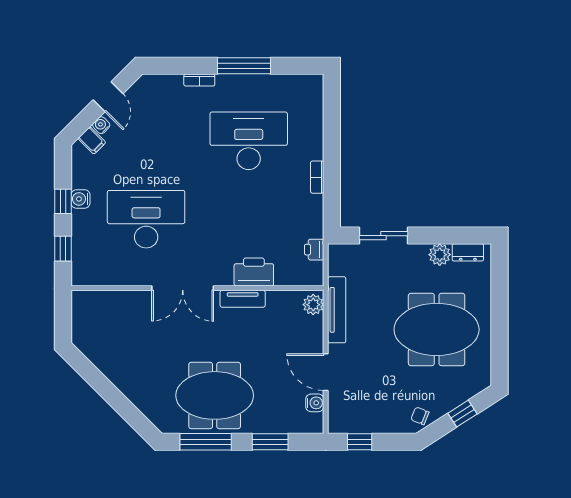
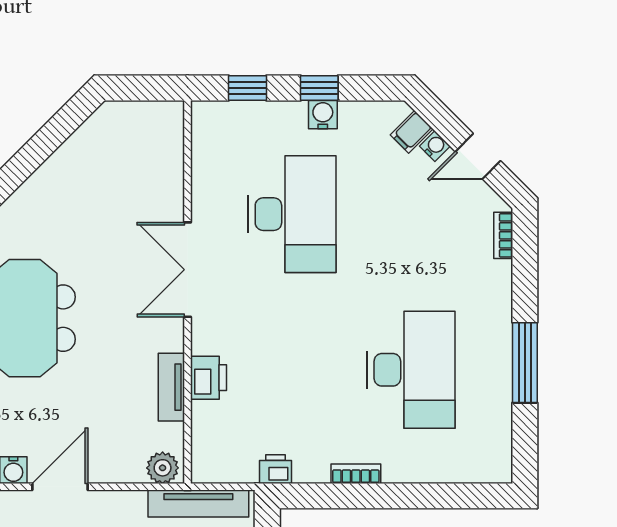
bookcase: (199, 80) -> (503, 235), moved
printer: (314, 250) -> (275, 469), moved
printer: (254, 272) -> (208, 378), width x0.73, depth x0.84
tv unit: (243, 299) -> (171, 387), moved
tv unit: (337, 310) -> (198, 503), moved

